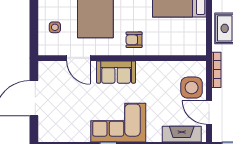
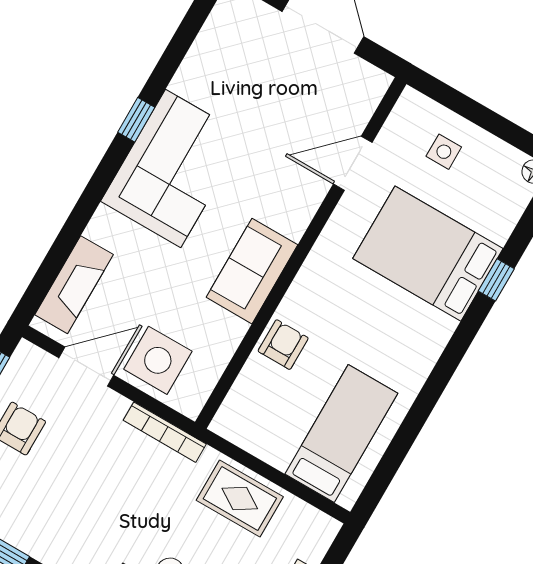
armchair: (134, 40) -> (283, 345), moved
sofa: (116, 72) -> (252, 271), moved

